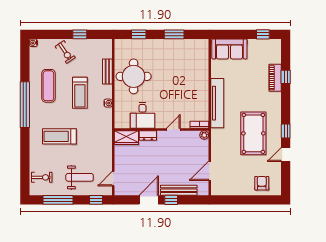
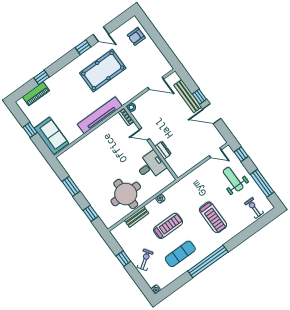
window: (263, 34) -> (30, 130), moved
piano: (275, 78) -> (36, 94), moved
wardrobe: (126, 138) -> (177, 165), removed

